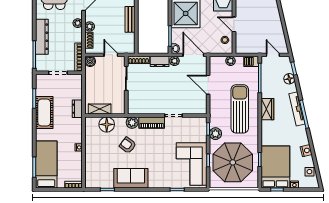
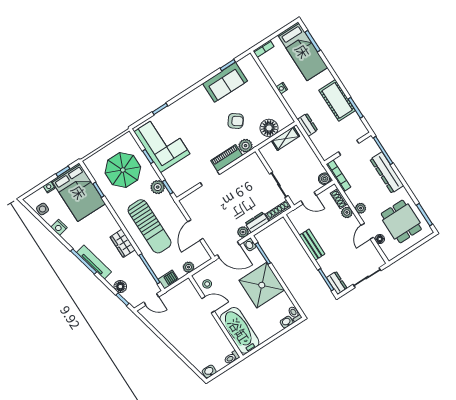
door: (208, 85) -> (195, 230), swing flipped
parasol: (233, 162) -> (123, 170), width x0.73, depth x0.73
sofa: (131, 178) -> (225, 82), moved

